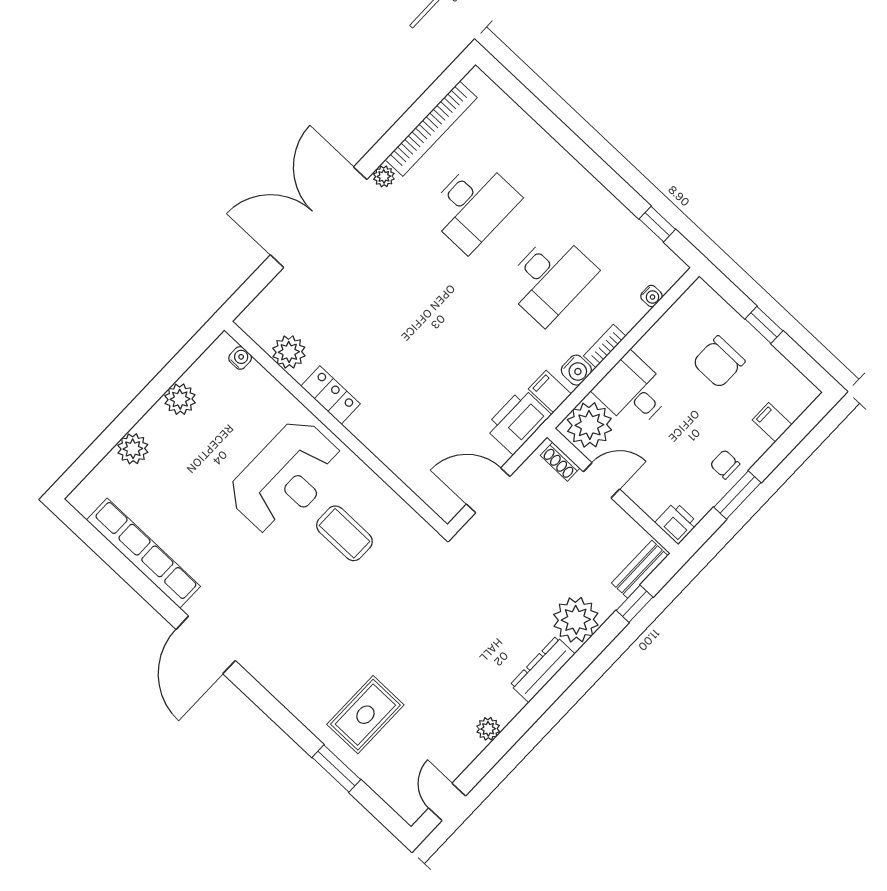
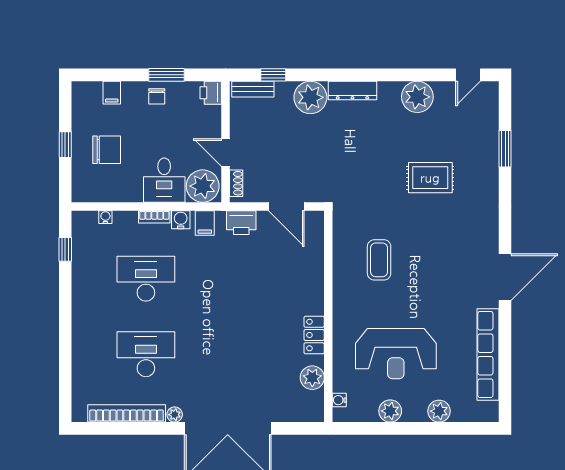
printer: (518, 421) -> (241, 223), width x0.73, depth x0.84
reception desk: (286, 477) -> (396, 354), moved, turned 180
rug: (365, 715) -> (430, 178), moved
plant: (488, 729) -> (417, 97), width x1.88, depth x1.88

